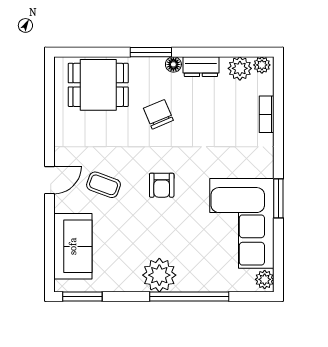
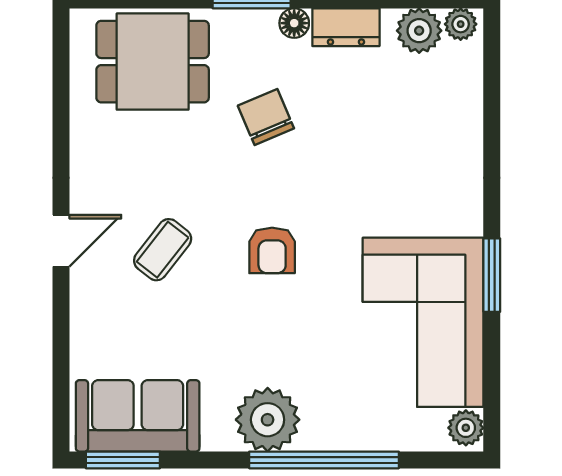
bookcase: (267, 114) -> (470, 117), removed
coffee table: (104, 185) -> (163, 250), turned -72
sofa: (73, 246) -> (138, 416), moved, turned -90

